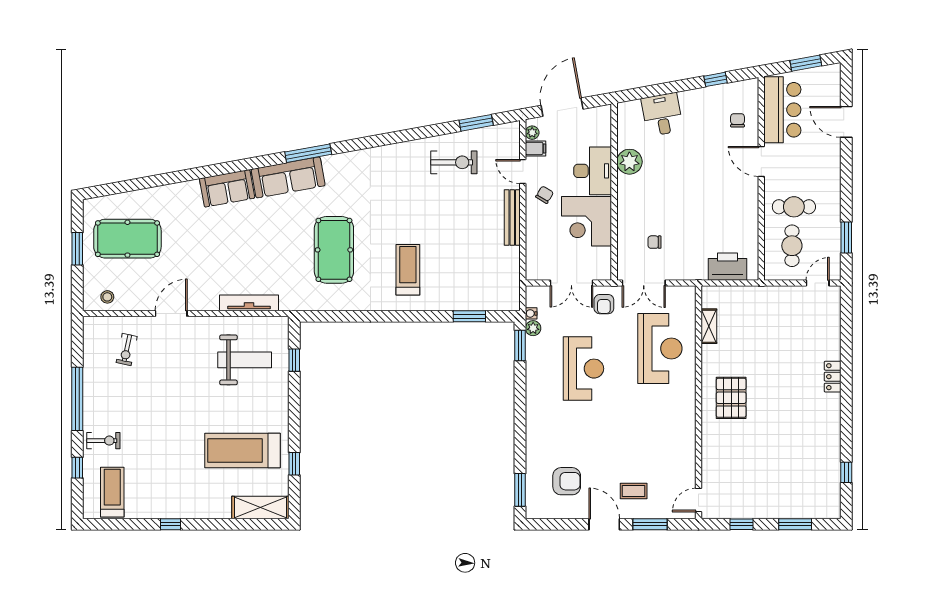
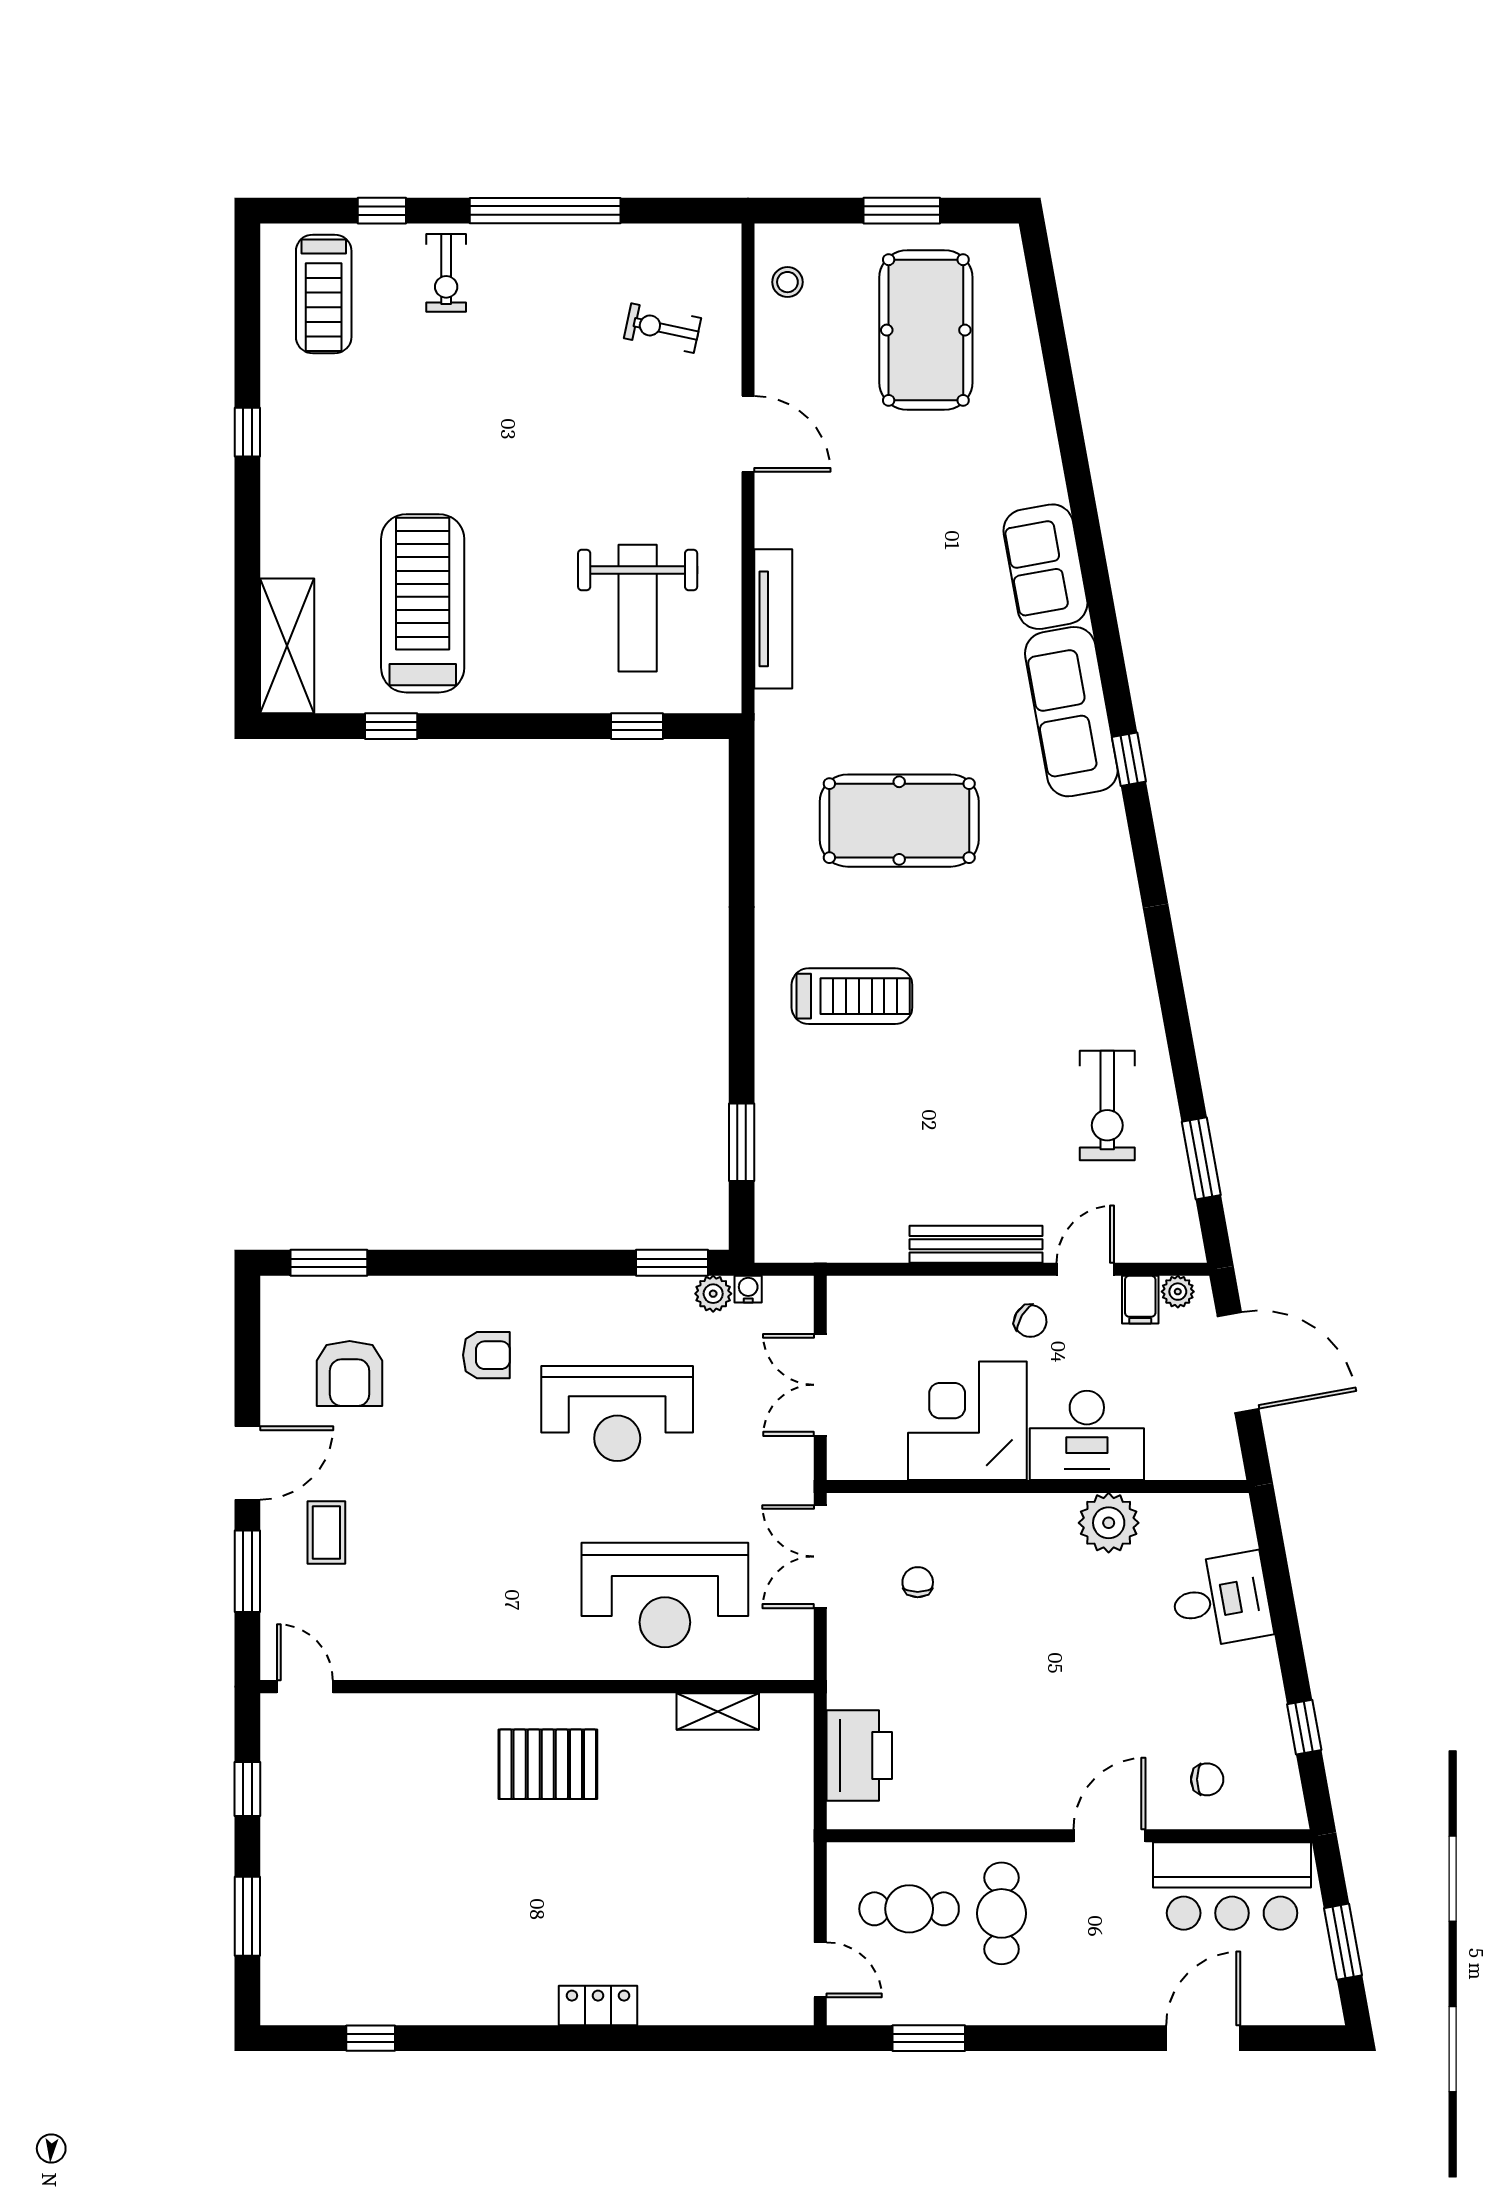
window: (308, 153) -> (1129, 759), width x0.46
armchair: (604, 304) -> (486, 1355), moved, turned 180
treadmill: (112, 492) -> (324, 294), turned 90

